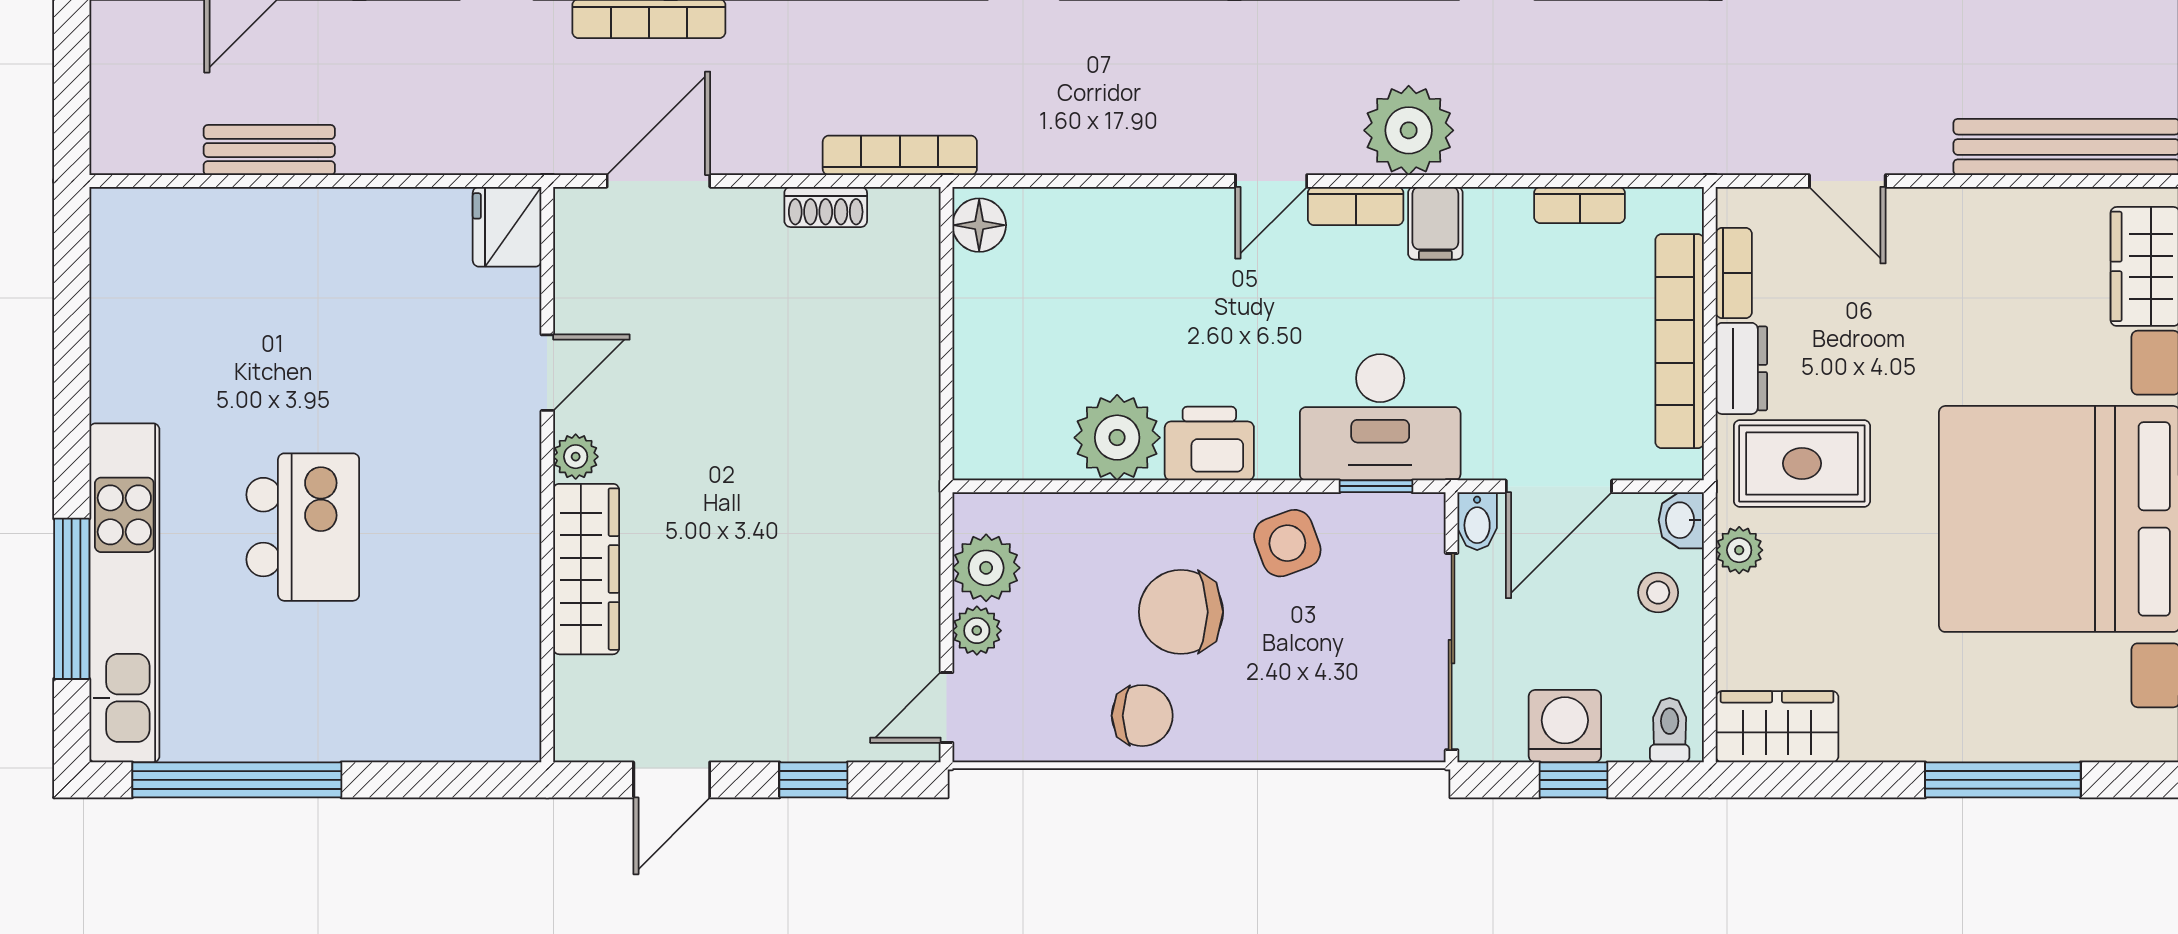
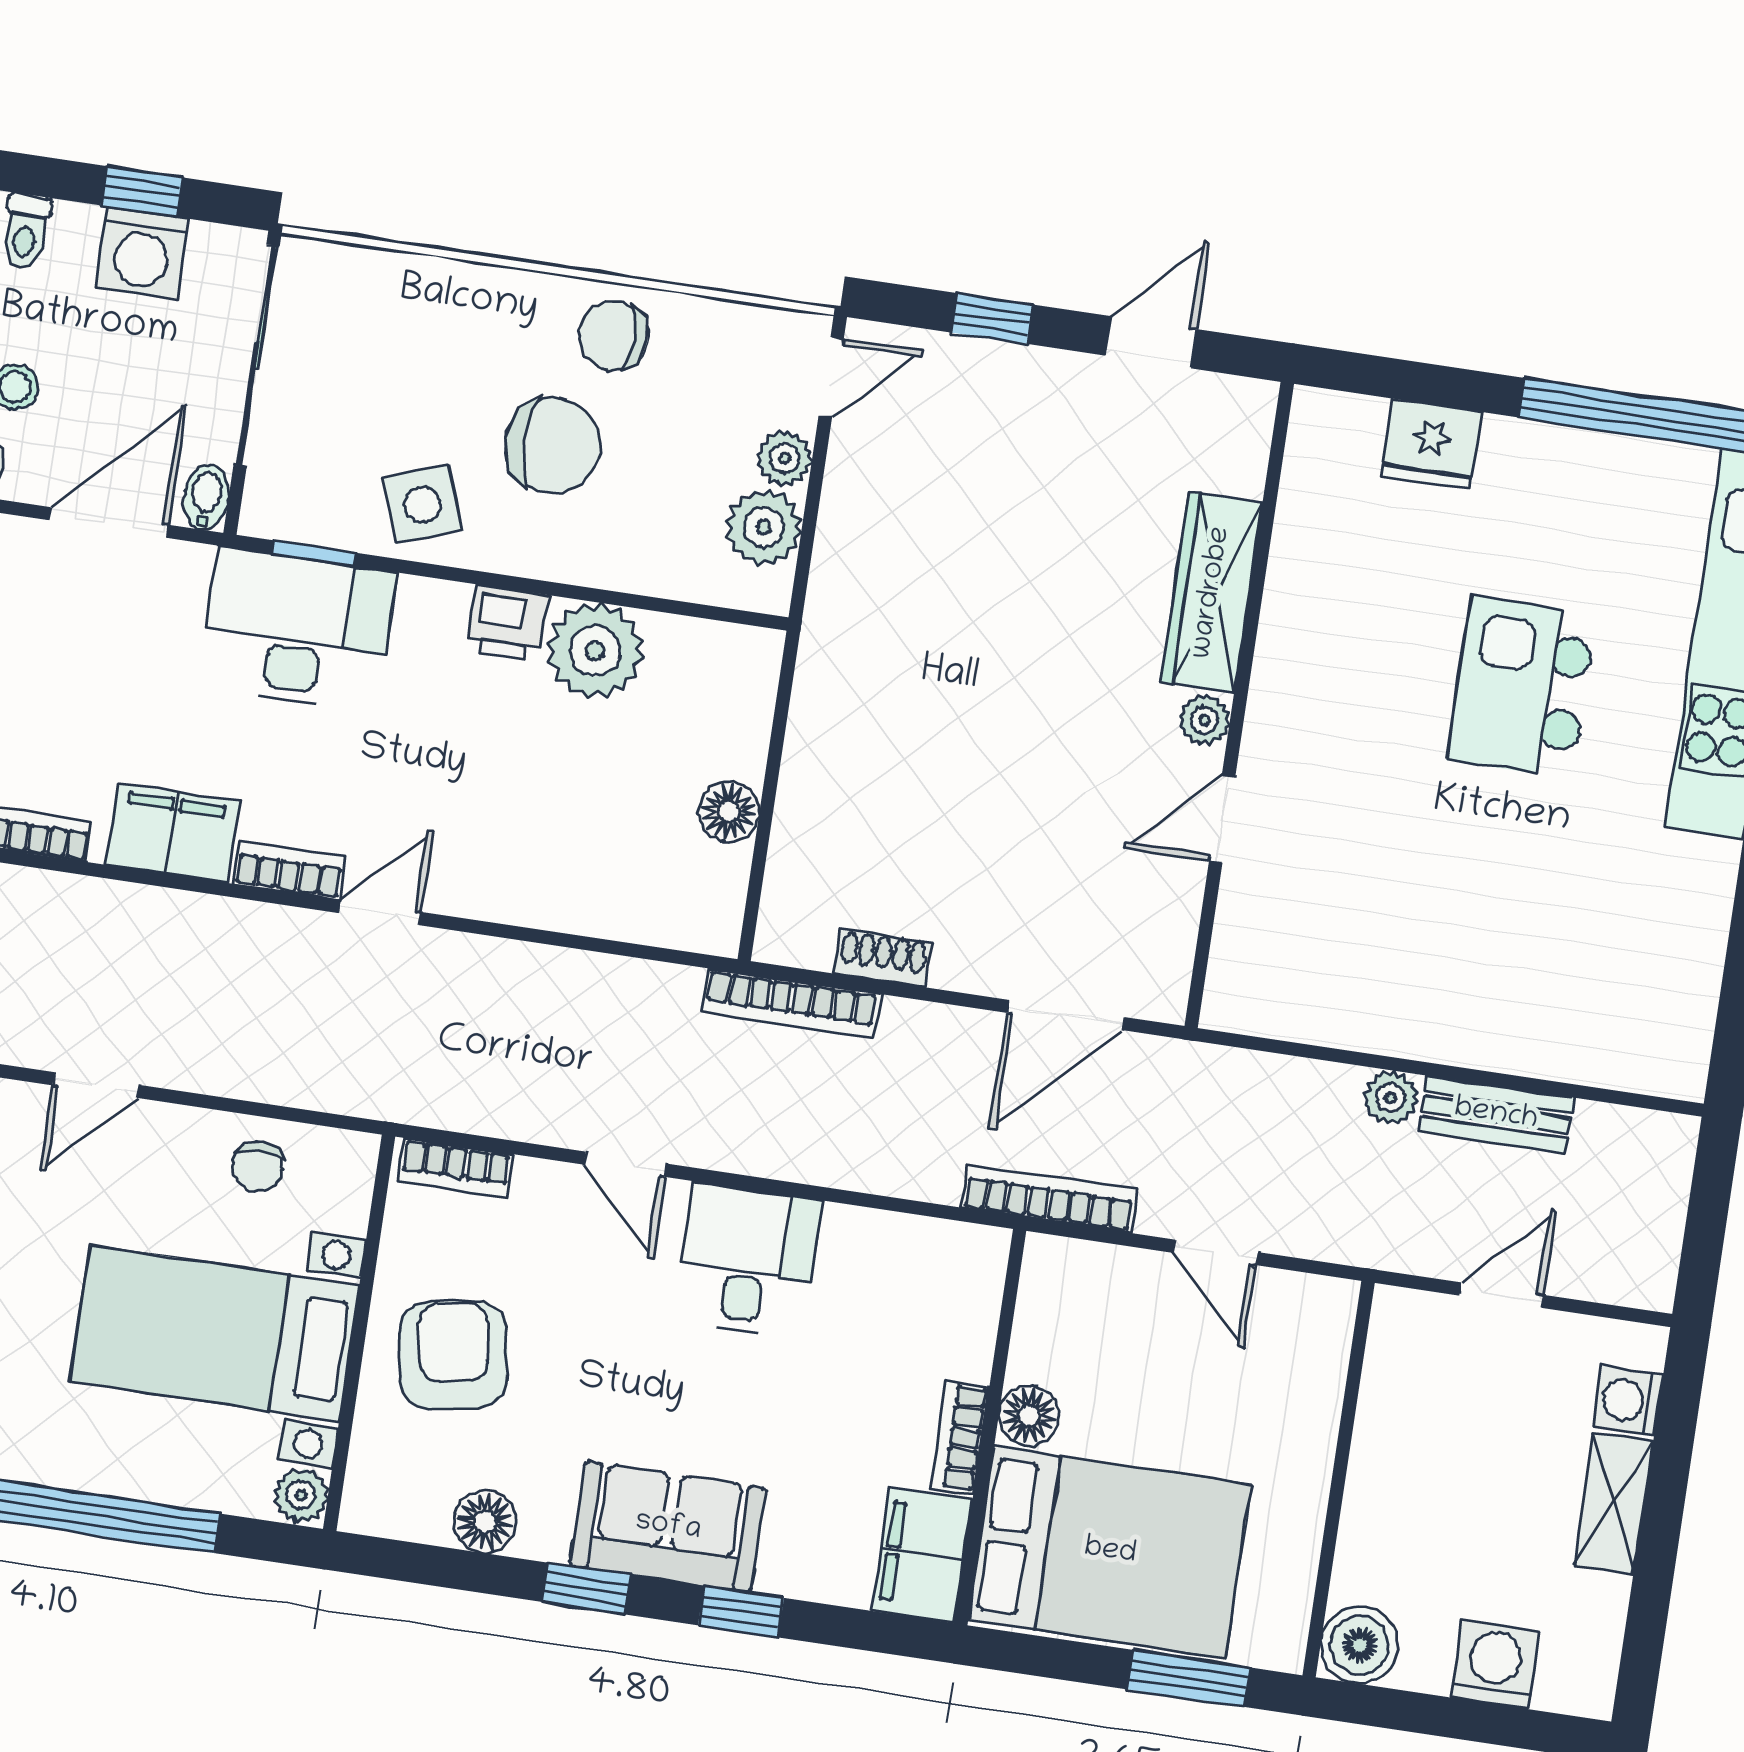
plant: (1409, 130) -> (1391, 1098), moved, width x0.53, depth x0.53
filing cabinet: (1435, 223) -> (172, 833), width x2.00
floor lamp: (979, 225) -> (729, 812), moved
fridge: (507, 227) -> (1431, 444), moved, turned 90
printer: (1209, 444) -> (507, 623), width x0.73, depth x0.81

